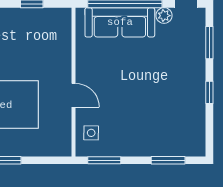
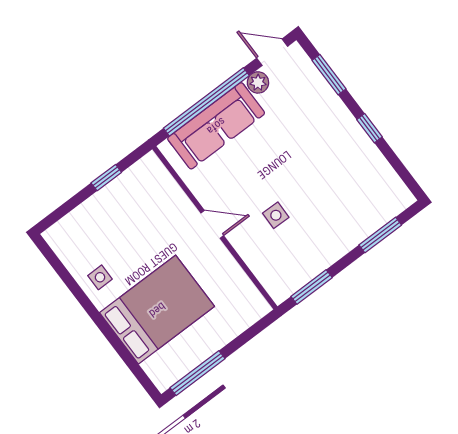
door: (74, 95) -> (212, 224), moved
side table: (91, 133) -> (276, 215), moved

